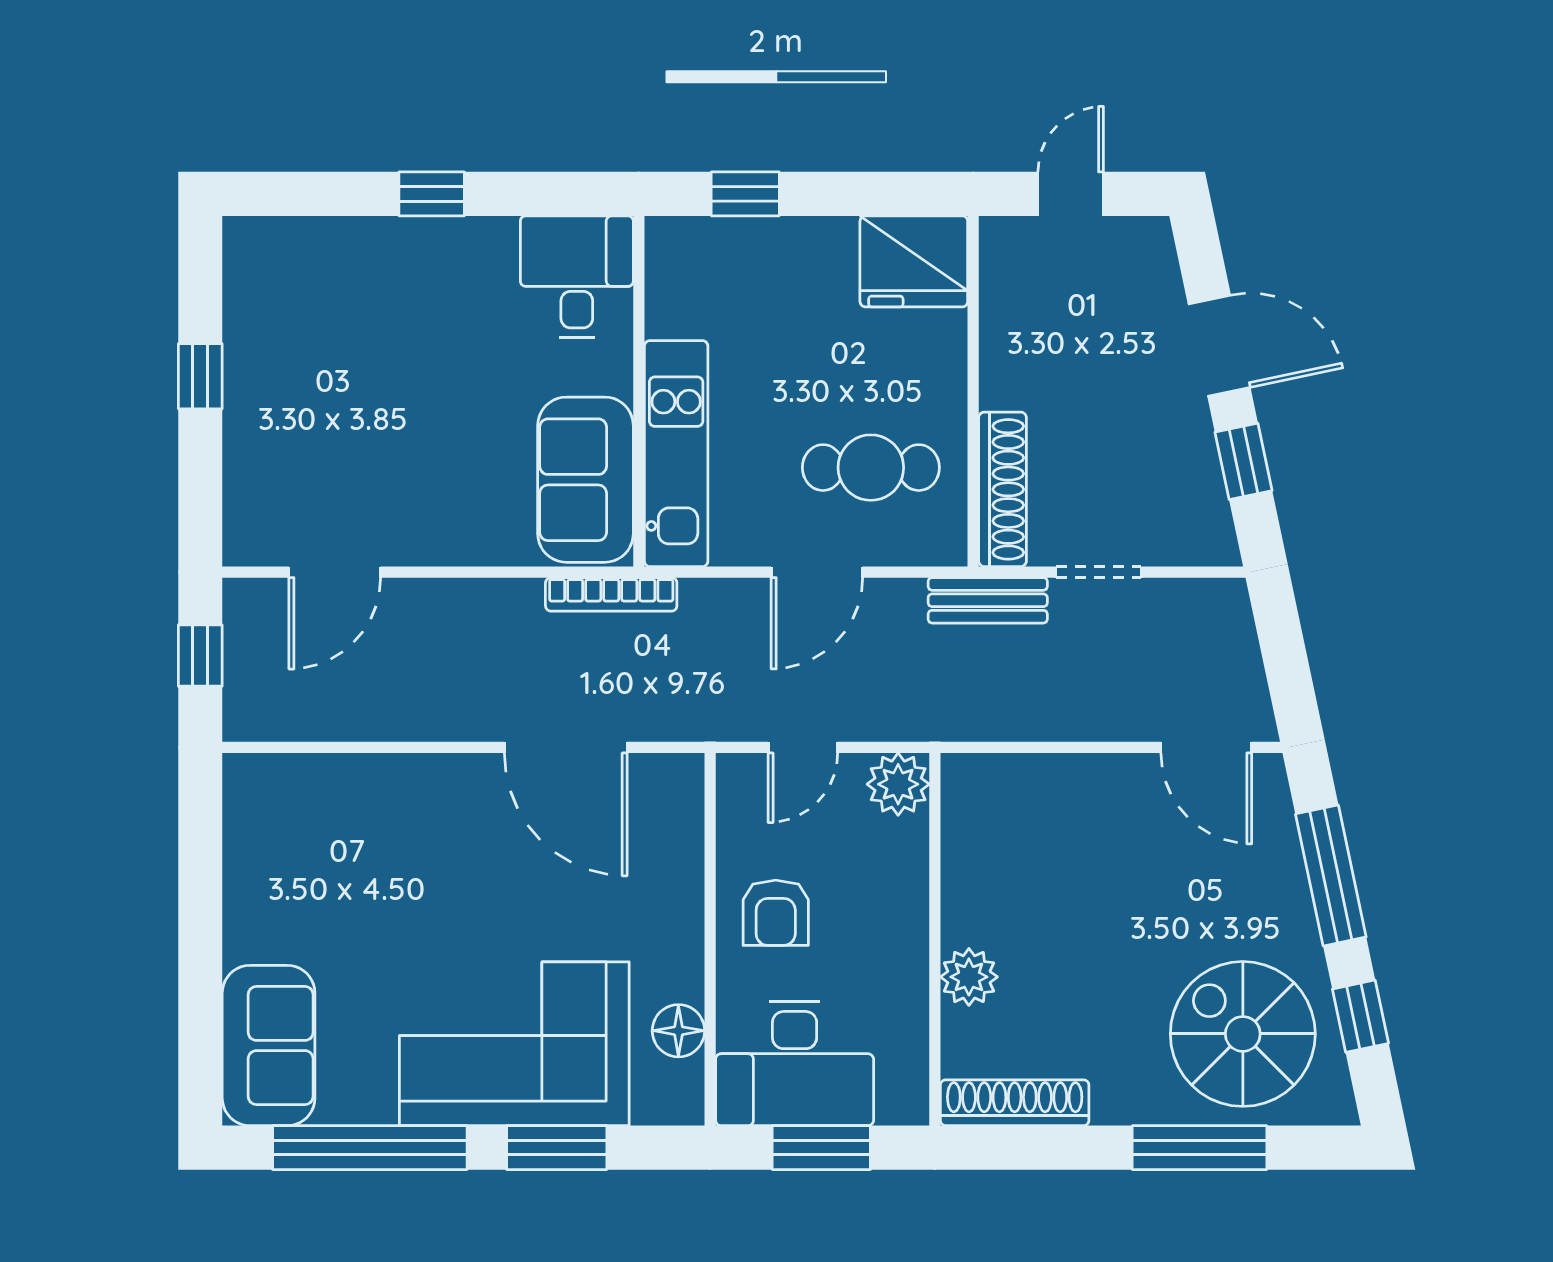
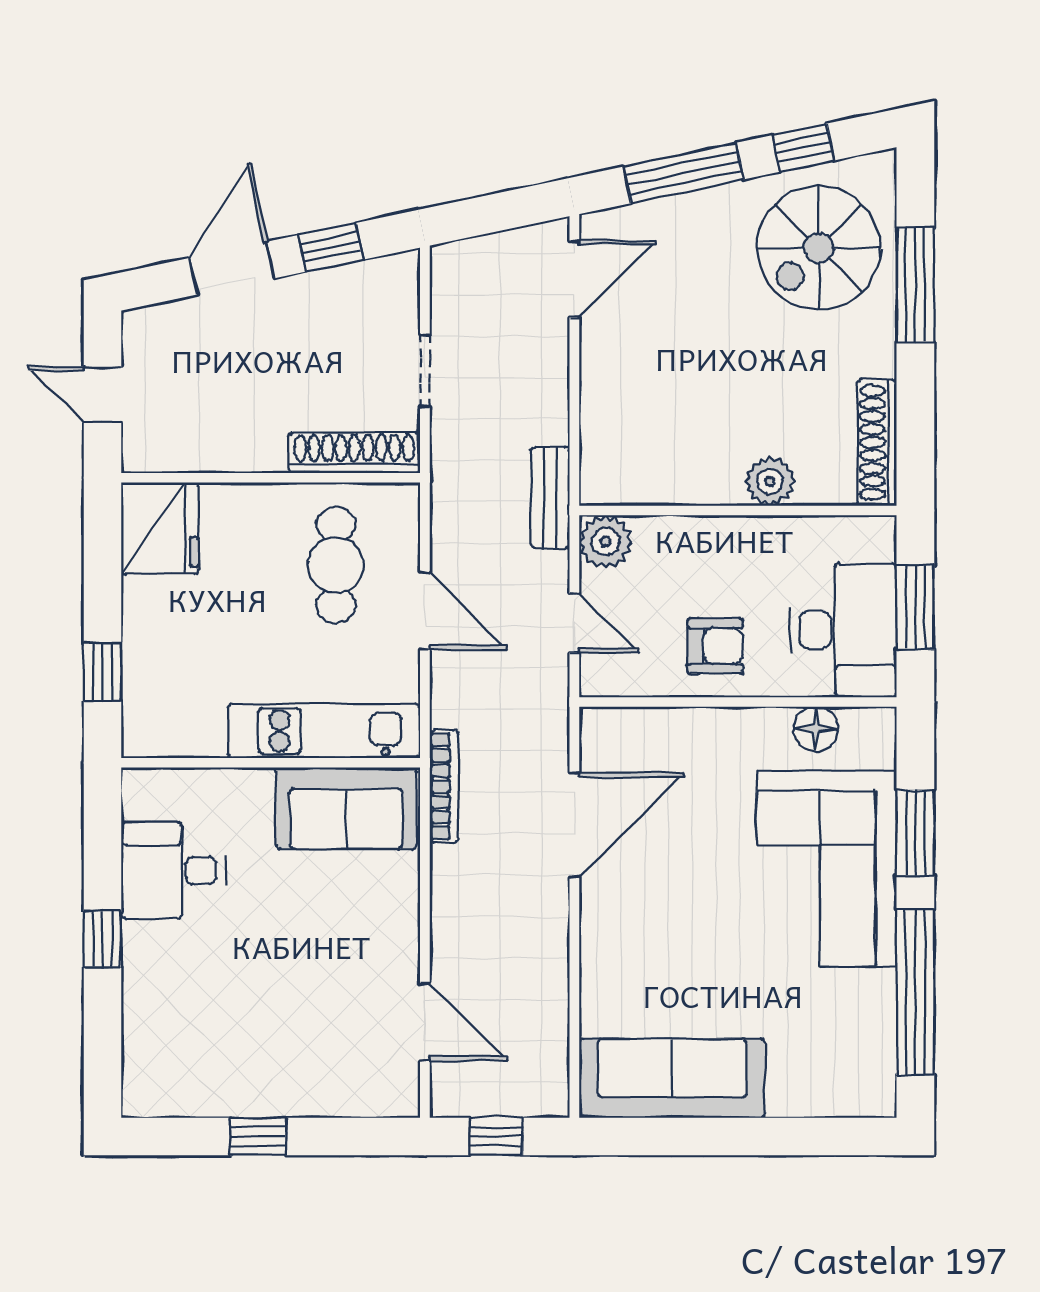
desk: (577, 277) -> (173, 870), moved
bench: (988, 600) -> (550, 497), moved
sofa: (269, 1046) -> (672, 1078), moved, width x1.36

